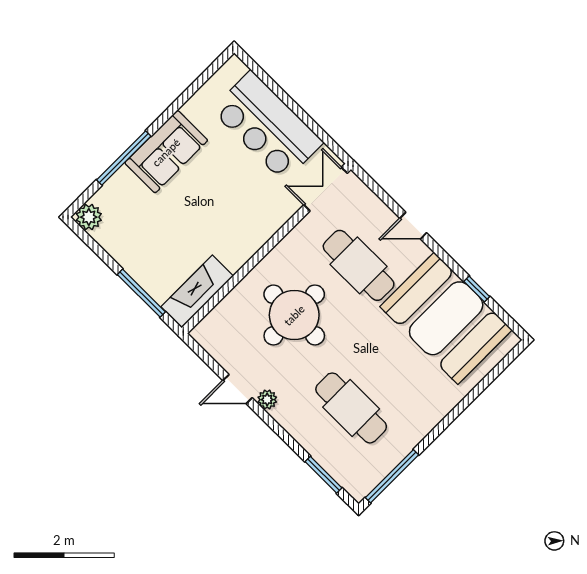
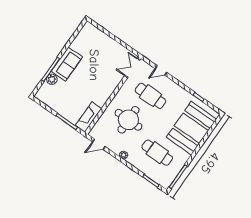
bar counter: (267, 126) -> (105, 47), removed
plant: (89, 217) -> (52, 79), moved
door: (413, 226) -> (161, 70), moved
booth: (446, 318) -> (191, 128), moved, turned 90
door: (238, 389) -> (99, 144), moved

